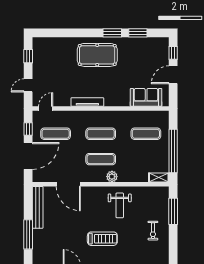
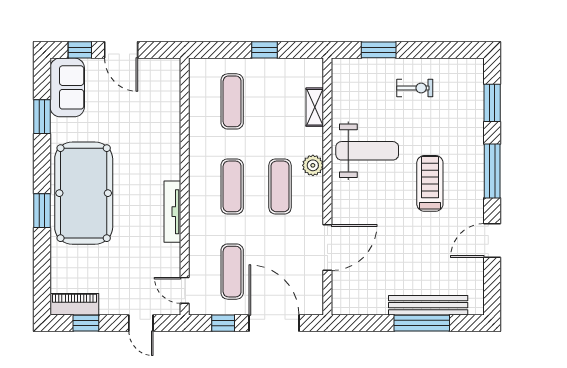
window: (112, 33) -> (42, 211), moved
piano: (38, 50) -> (74, 304), added
pool table: (97, 55) -> (84, 193), width x1.36, depth x1.32
sofa: (146, 97) -> (67, 87), moved, turned 180
window: (173, 151) -> (265, 50), width x0.32
shelving: (159, 178) -> (315, 107), moved
weight bench: (120, 205) -> (367, 151), width x1.36, depth x1.33
bench: (38, 207) -> (428, 305), moved
window: (173, 211) -> (379, 50), width x0.69

